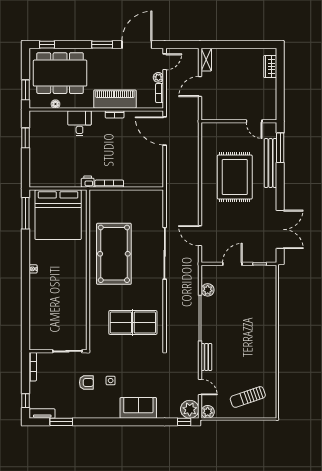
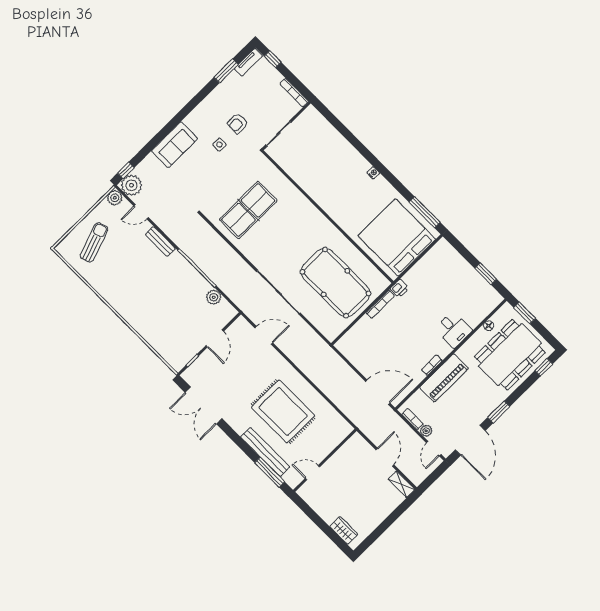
pool table: (114, 254) -> (335, 283), moved

